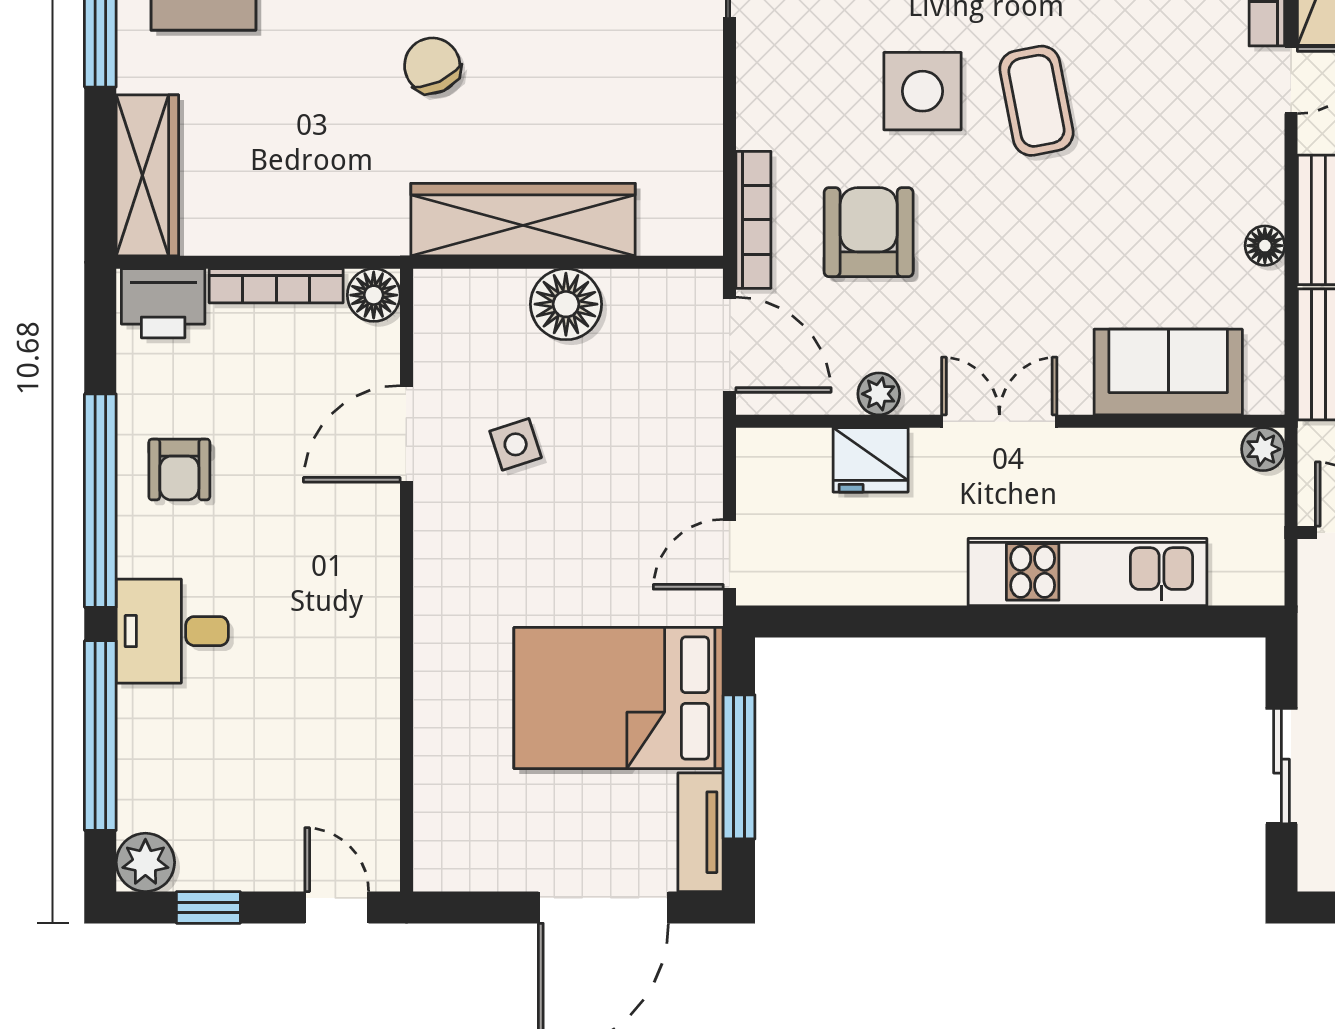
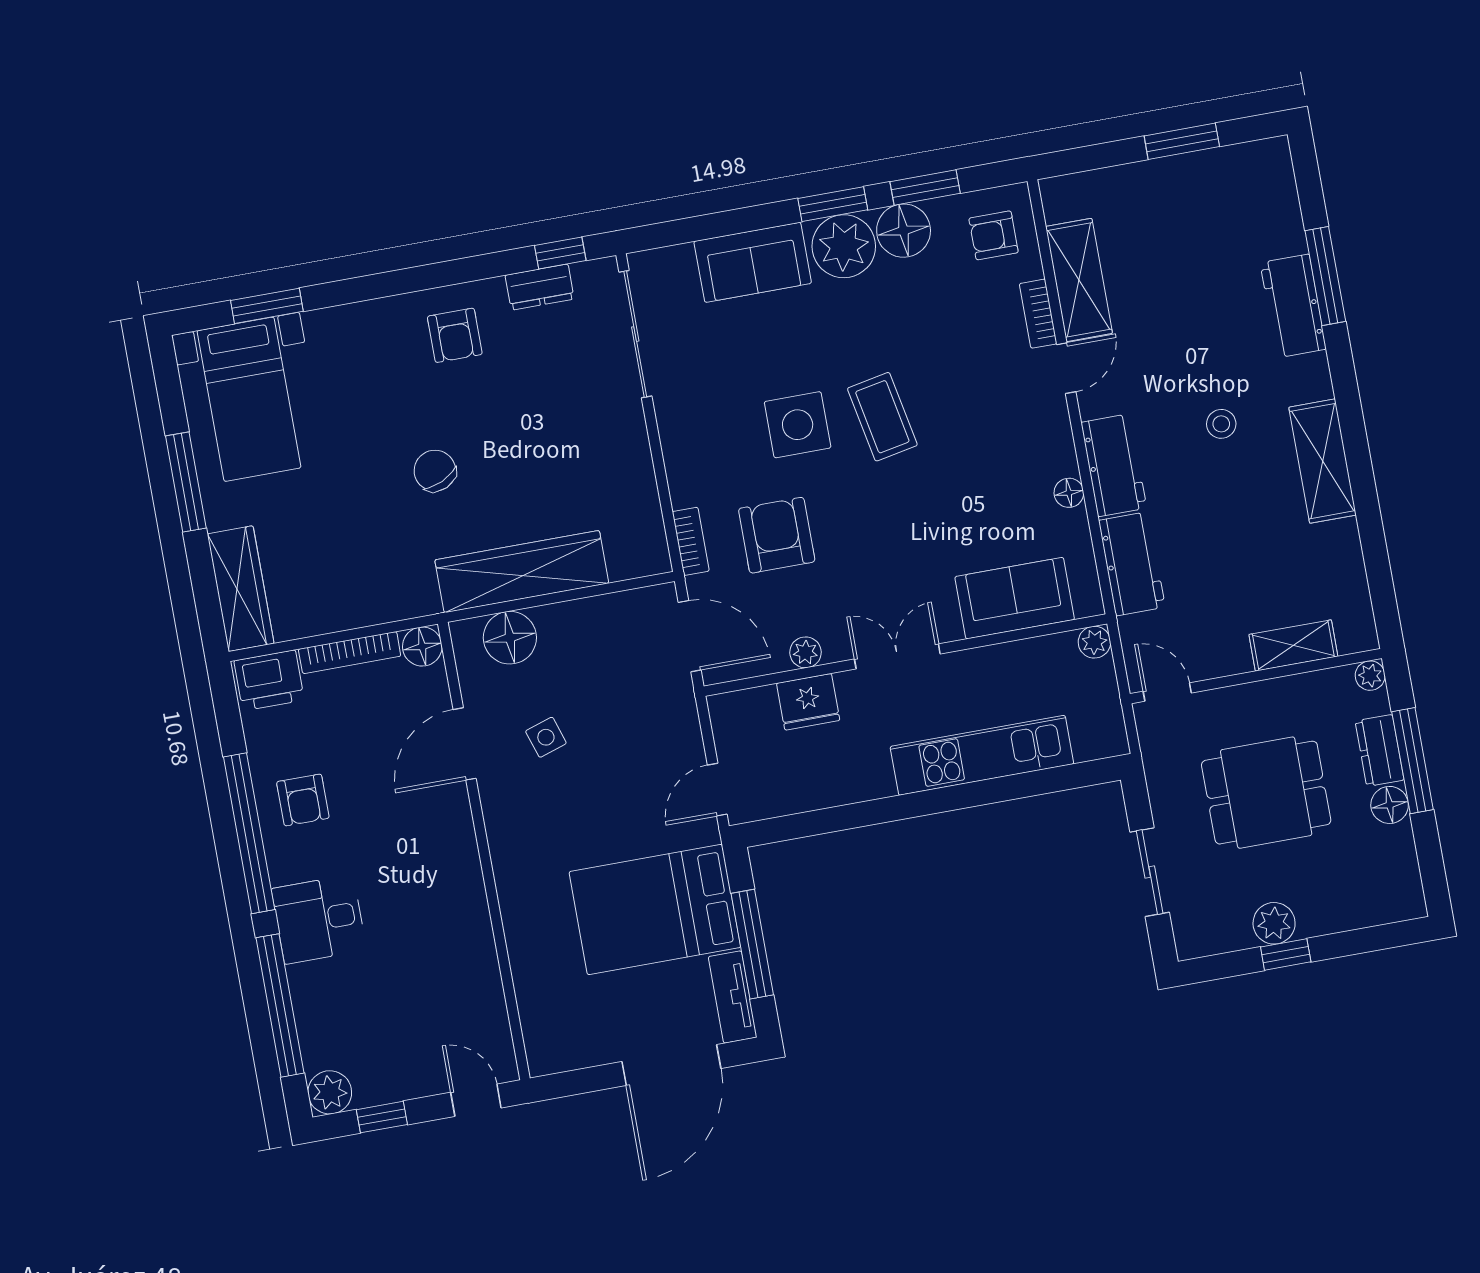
bookcase: (753, 220) -> (691, 541), width x0.64
floor lamp: (566, 304) -> (510, 638), moved

